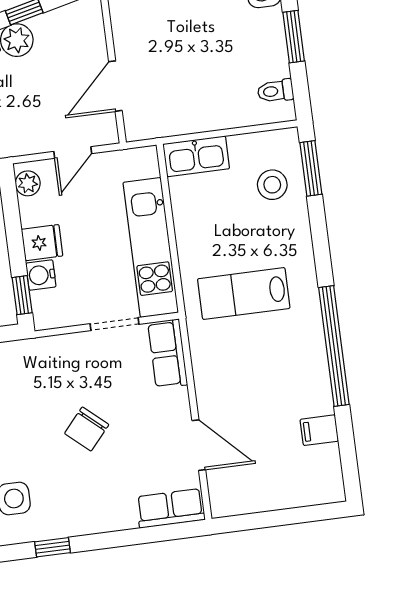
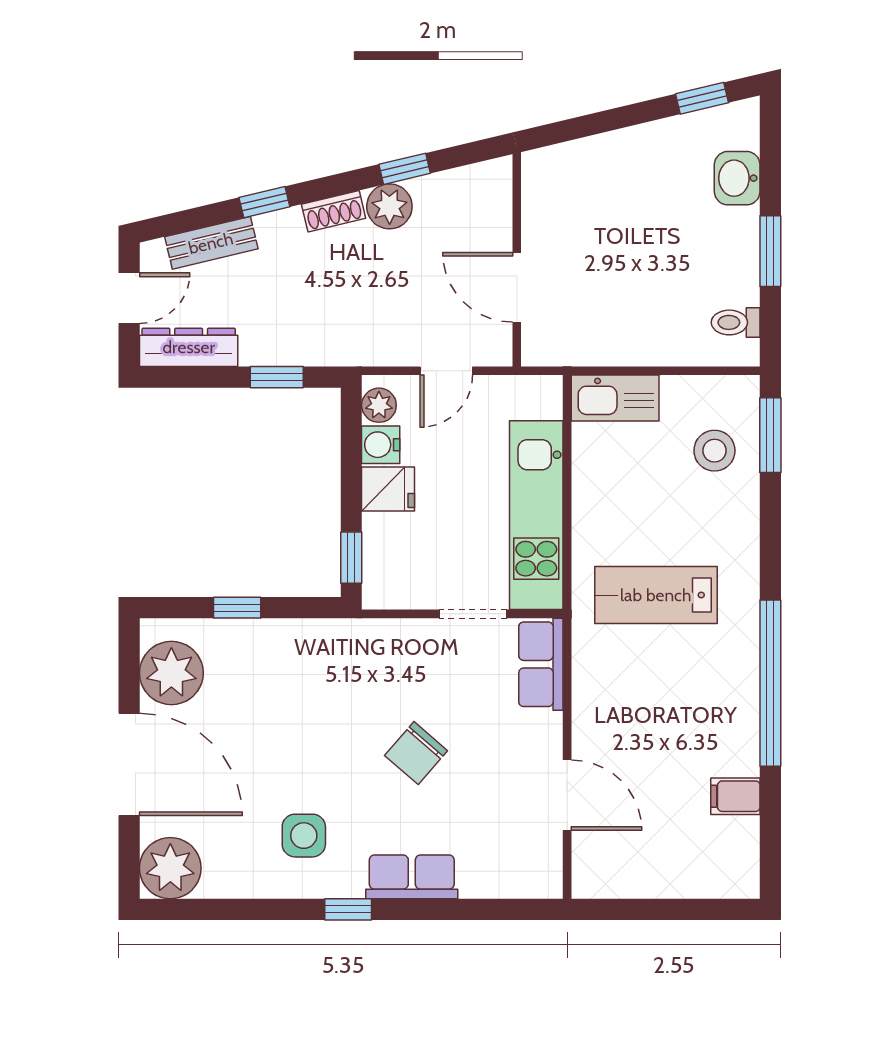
door: (115, 86) -> (517, 287), hinge flipped
water cooler: (41, 275) -> (381, 445), moved
row of seats: (170, 508) -> (412, 877), moved

